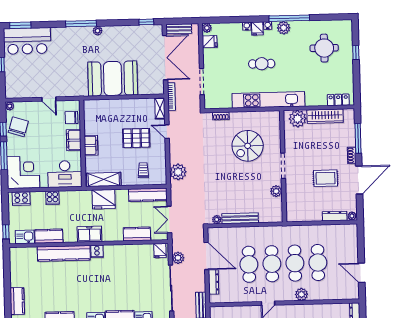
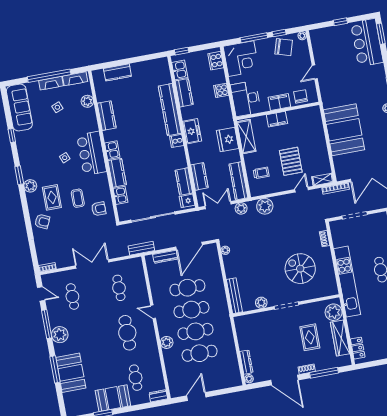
rug: (326, 178) -> (310, 337), moved
bench: (240, 218) -> (234, 296), moved
kitchen counter: (140, 251) -> (184, 182), added
plant: (178, 258) -> (241, 208), moved

